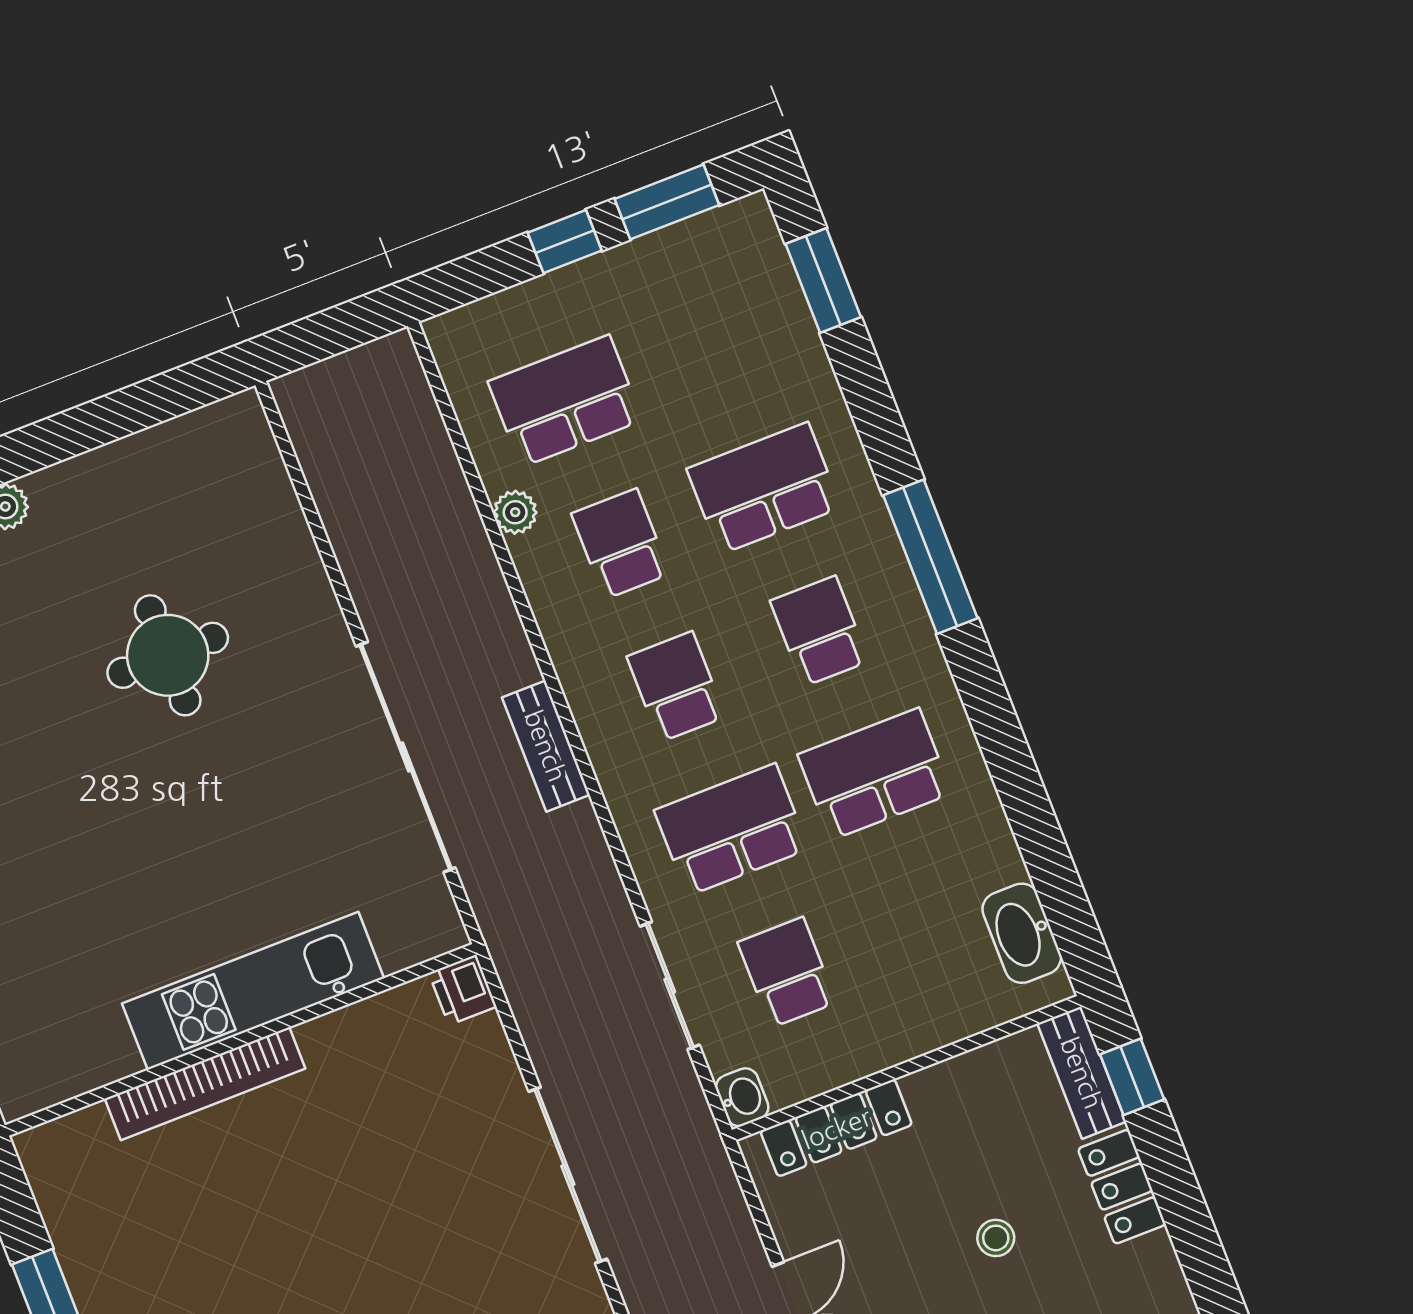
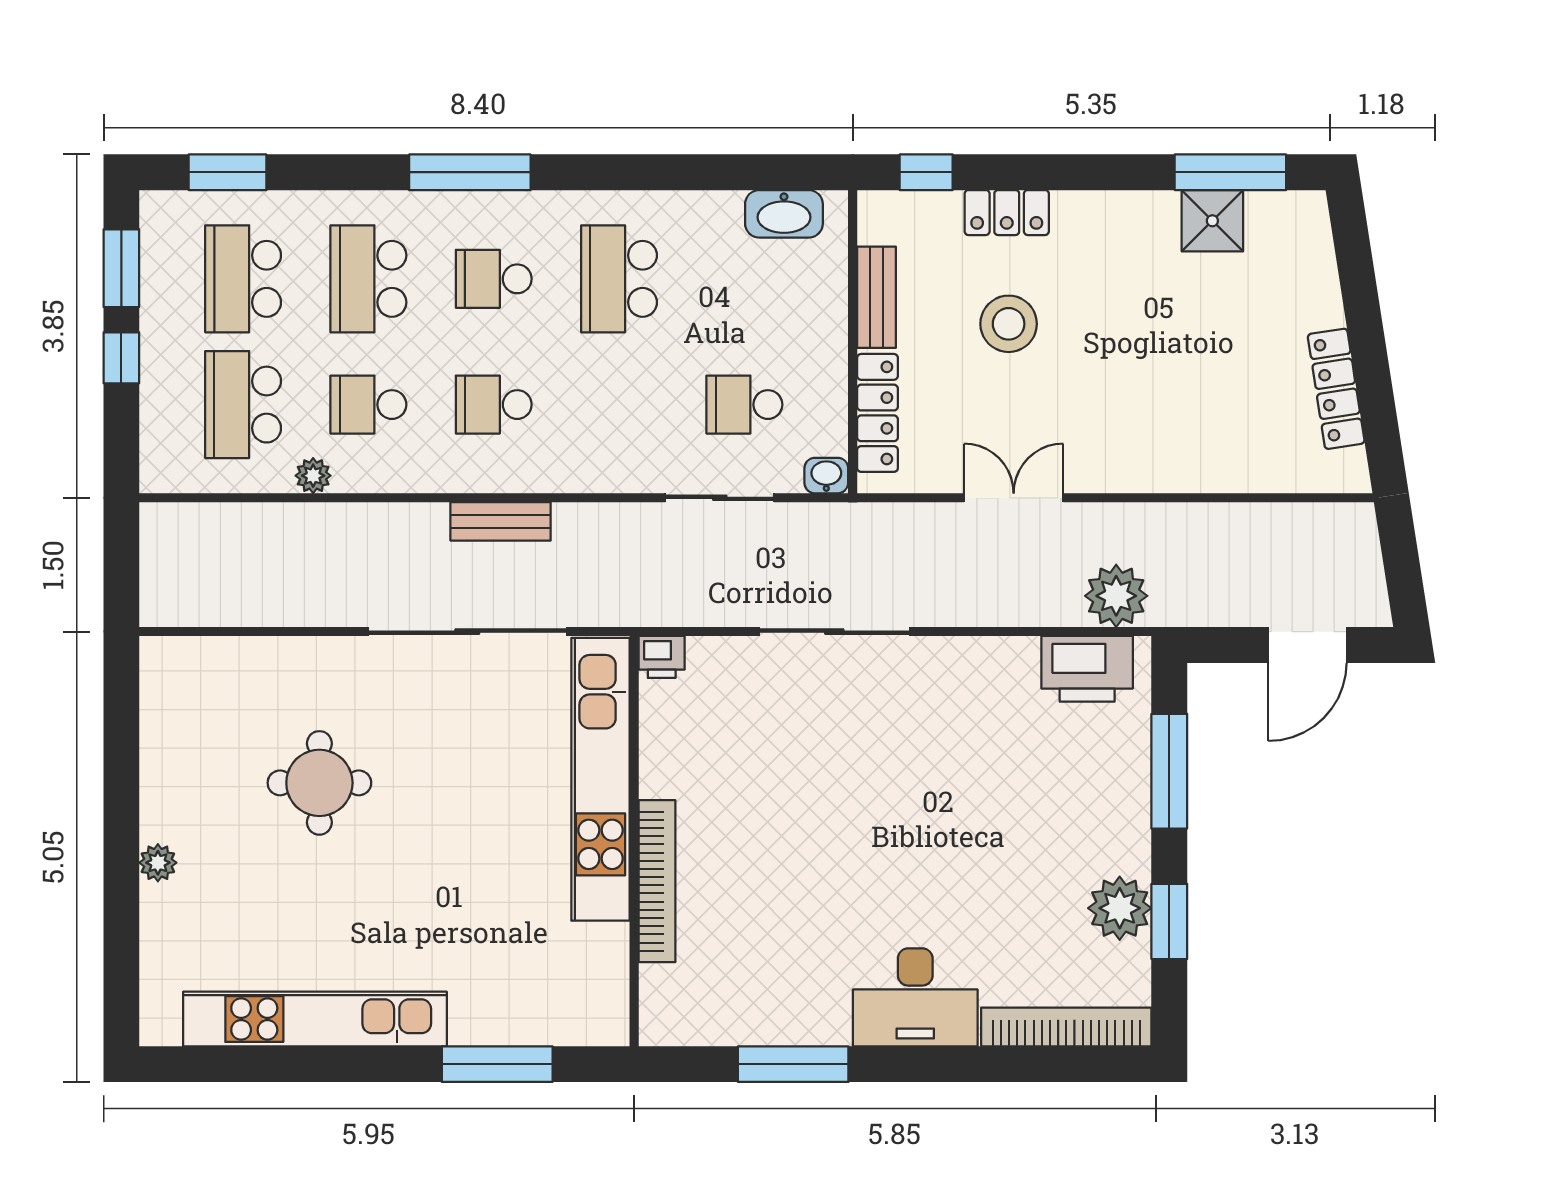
school desk: (731, 830) -> (243, 279), moved
kitchen unit: (253, 991) -> (601, 779), width x1.36
bench: (1082, 1073) -> (877, 297), moved, turned 90
stool: (996, 1238) -> (1009, 324), width x1.89, depth x1.89

